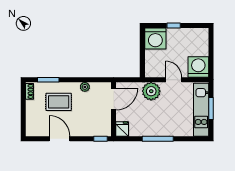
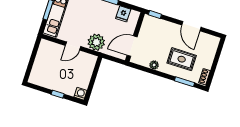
washing machine: (155, 39) -> (81, 94), width x0.53, depth x0.53
washing machine: (198, 67) -> (48, 50), removed
door: (174, 80) -> (73, 46), hinge flipped
fridge: (122, 129) -> (123, 14), moved

